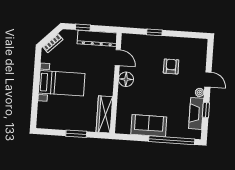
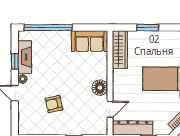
door: (118, 58) -> (110, 109), swing flipped
armchair: (171, 66) -> (54, 104), turned 77
sofa: (149, 126) -> (89, 41), moved

